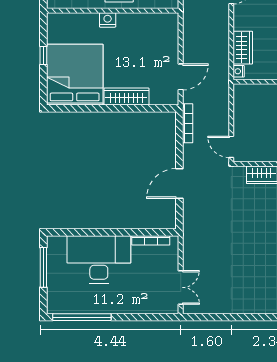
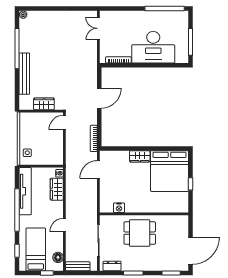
nightstand: (108, 20) -> (119, 208), moved
wardrobe: (126, 97) -> (140, 156), width x0.67
door: (231, 147) -> (64, 123), swing flipped

